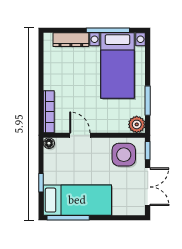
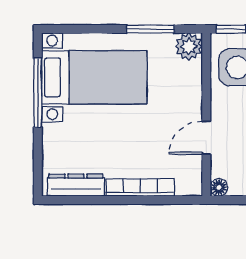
dresser: (71, 40) -> (76, 185), moved, turned -90
bookcase: (49, 112) -> (140, 188), moved

